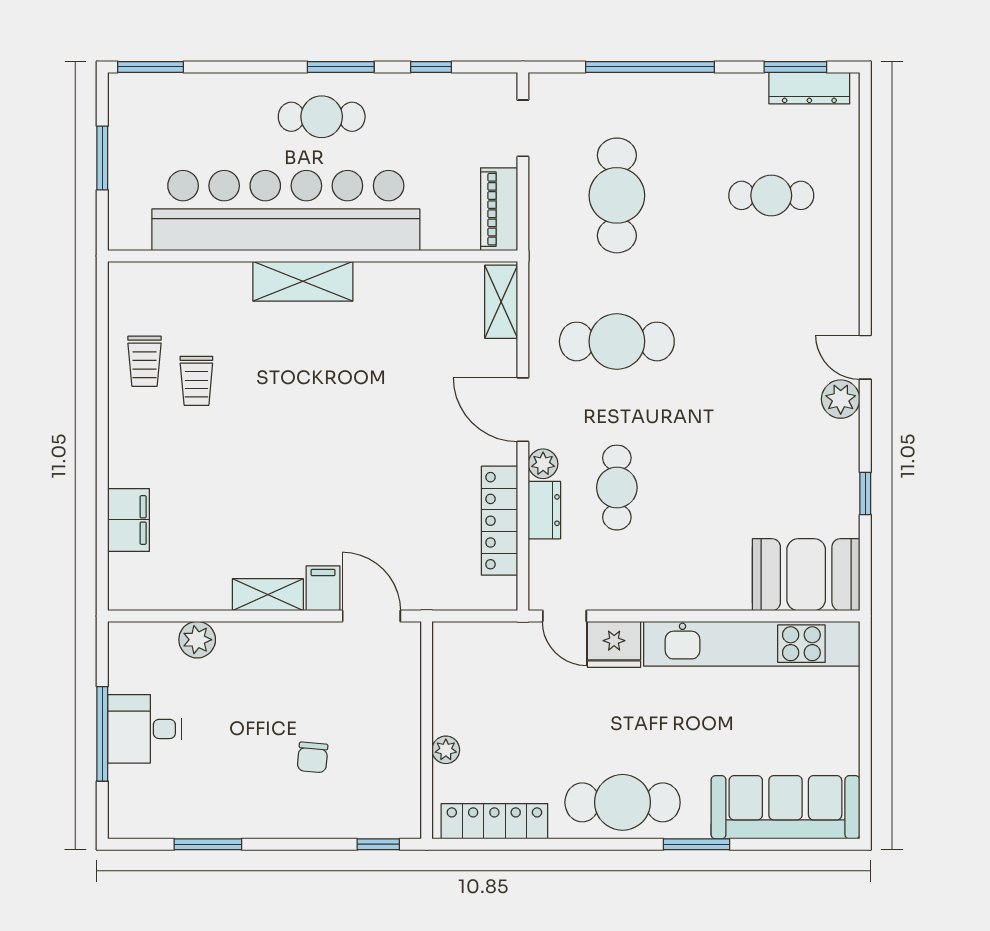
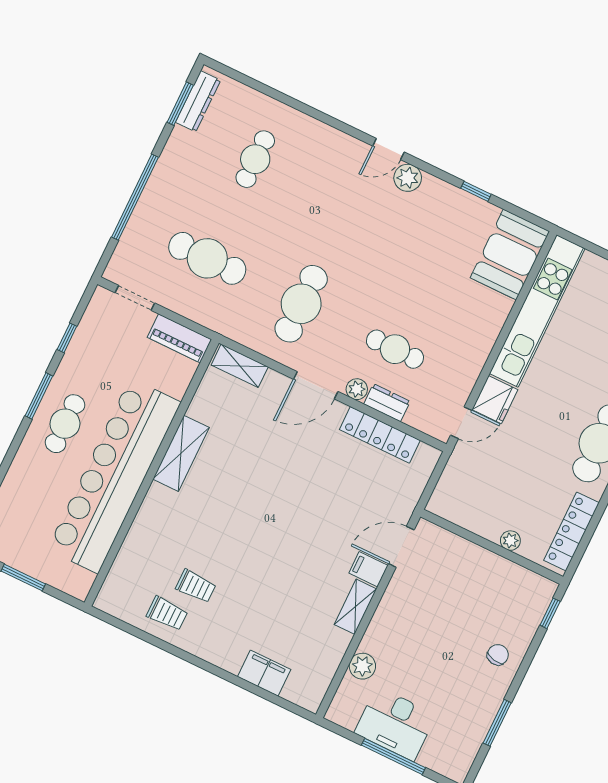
shelving: (303, 281) -> (181, 453), moved
desk: (144, 729) -> (395, 724), width x1.37
chair: (313, 757) -> (498, 655), moved, turned -84

